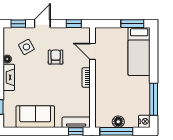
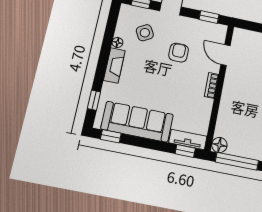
sofa: (35, 117) -> (137, 122), width x1.36
floor lamp: (118, 122) -> (219, 145), moved
window: (18, 131) -> (111, 136), added

